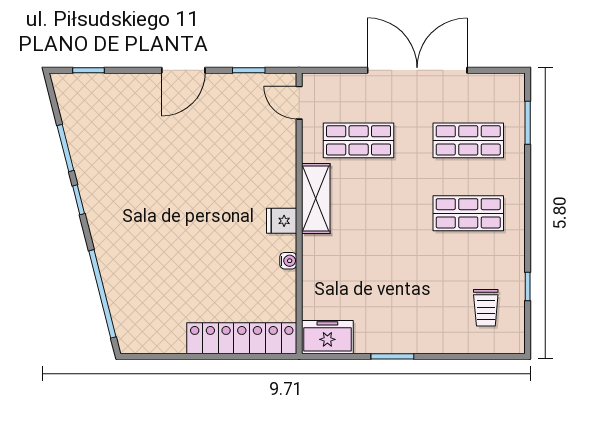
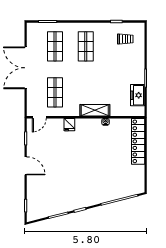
shelving: (316, 198) -> (95, 110), moved
fridge: (282, 221) -> (69, 125), moved
freezer: (327, 337) -> (138, 95), moved

